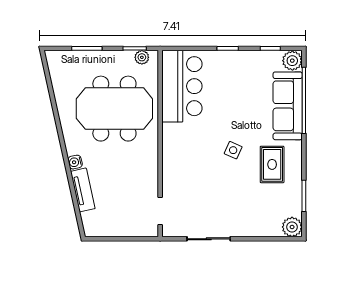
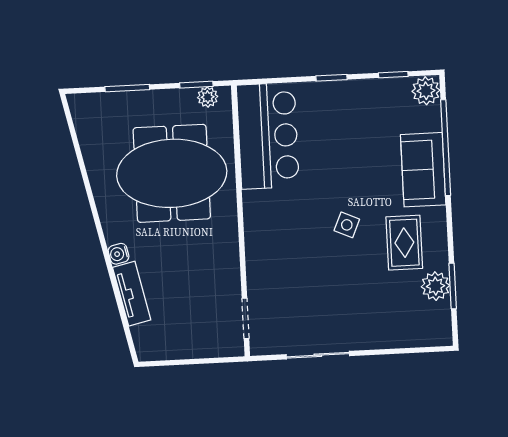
sofa: (288, 106) -> (423, 170), width x0.73
plant: (292, 227) -> (435, 286), moved

